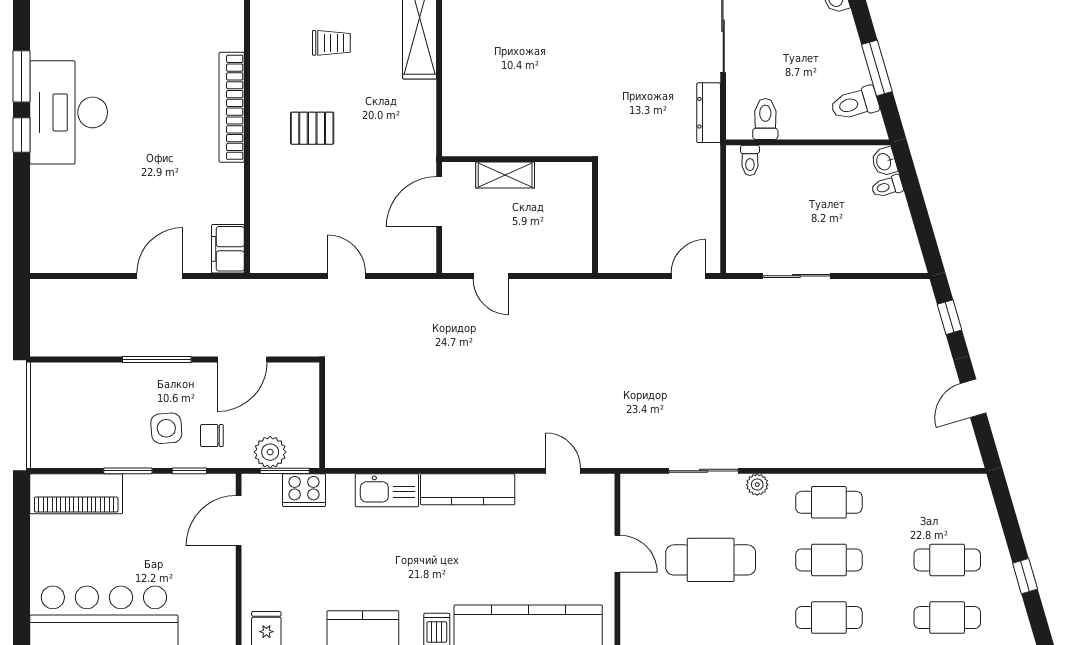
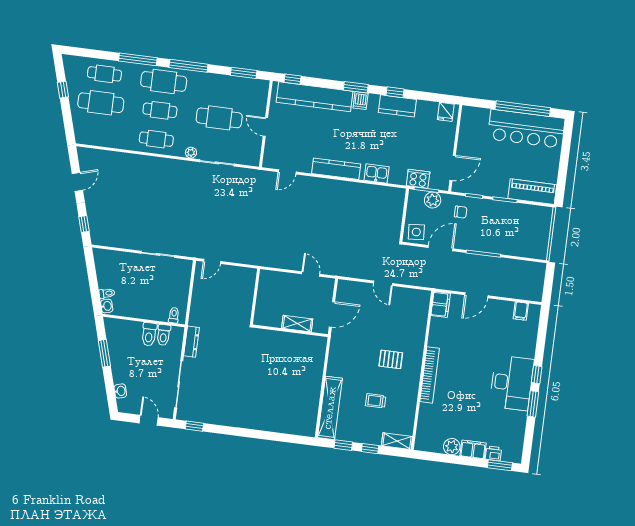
toilet: (855, 104) -> (149, 334), moved, turned 106
filing cabinet: (69, 256) -> (521, 311), added
side table: (166, 428) -> (416, 232), moved
door: (563, 471) -> (287, 172), hinge flipped
kitchen sink: (387, 490) -> (377, 173), width x0.73
cafe table: (947, 560) -> (101, 103), width x1.37, depth x1.35
cafe table: (829, 618) -> (164, 81), width x1.37, depth x1.35

